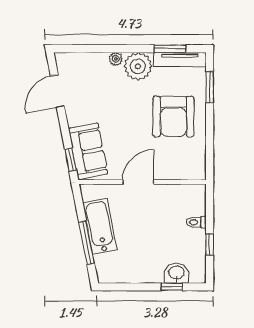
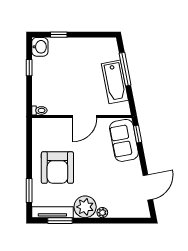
armchair: (173, 117) -> (57, 168), turned 180
toilet: (196, 222) -> (39, 110), moved
washbasin: (177, 273) -> (40, 47), moved, turned -90

